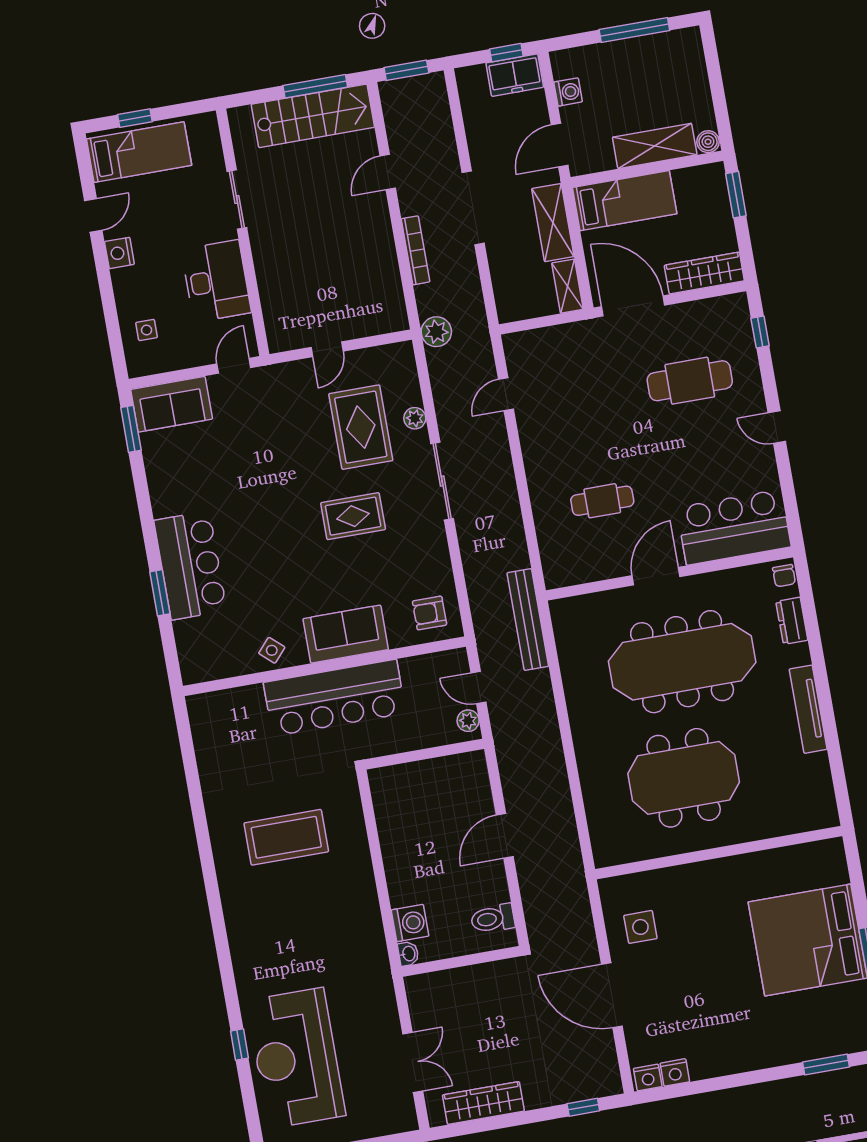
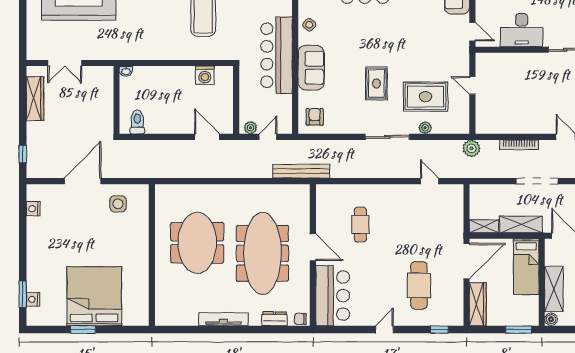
door: (505, 836) -> (207, 137), moved
washing machine: (410, 923) -> (205, 75), moved
nightstand: (648, 1078) -> (33, 299), moved

